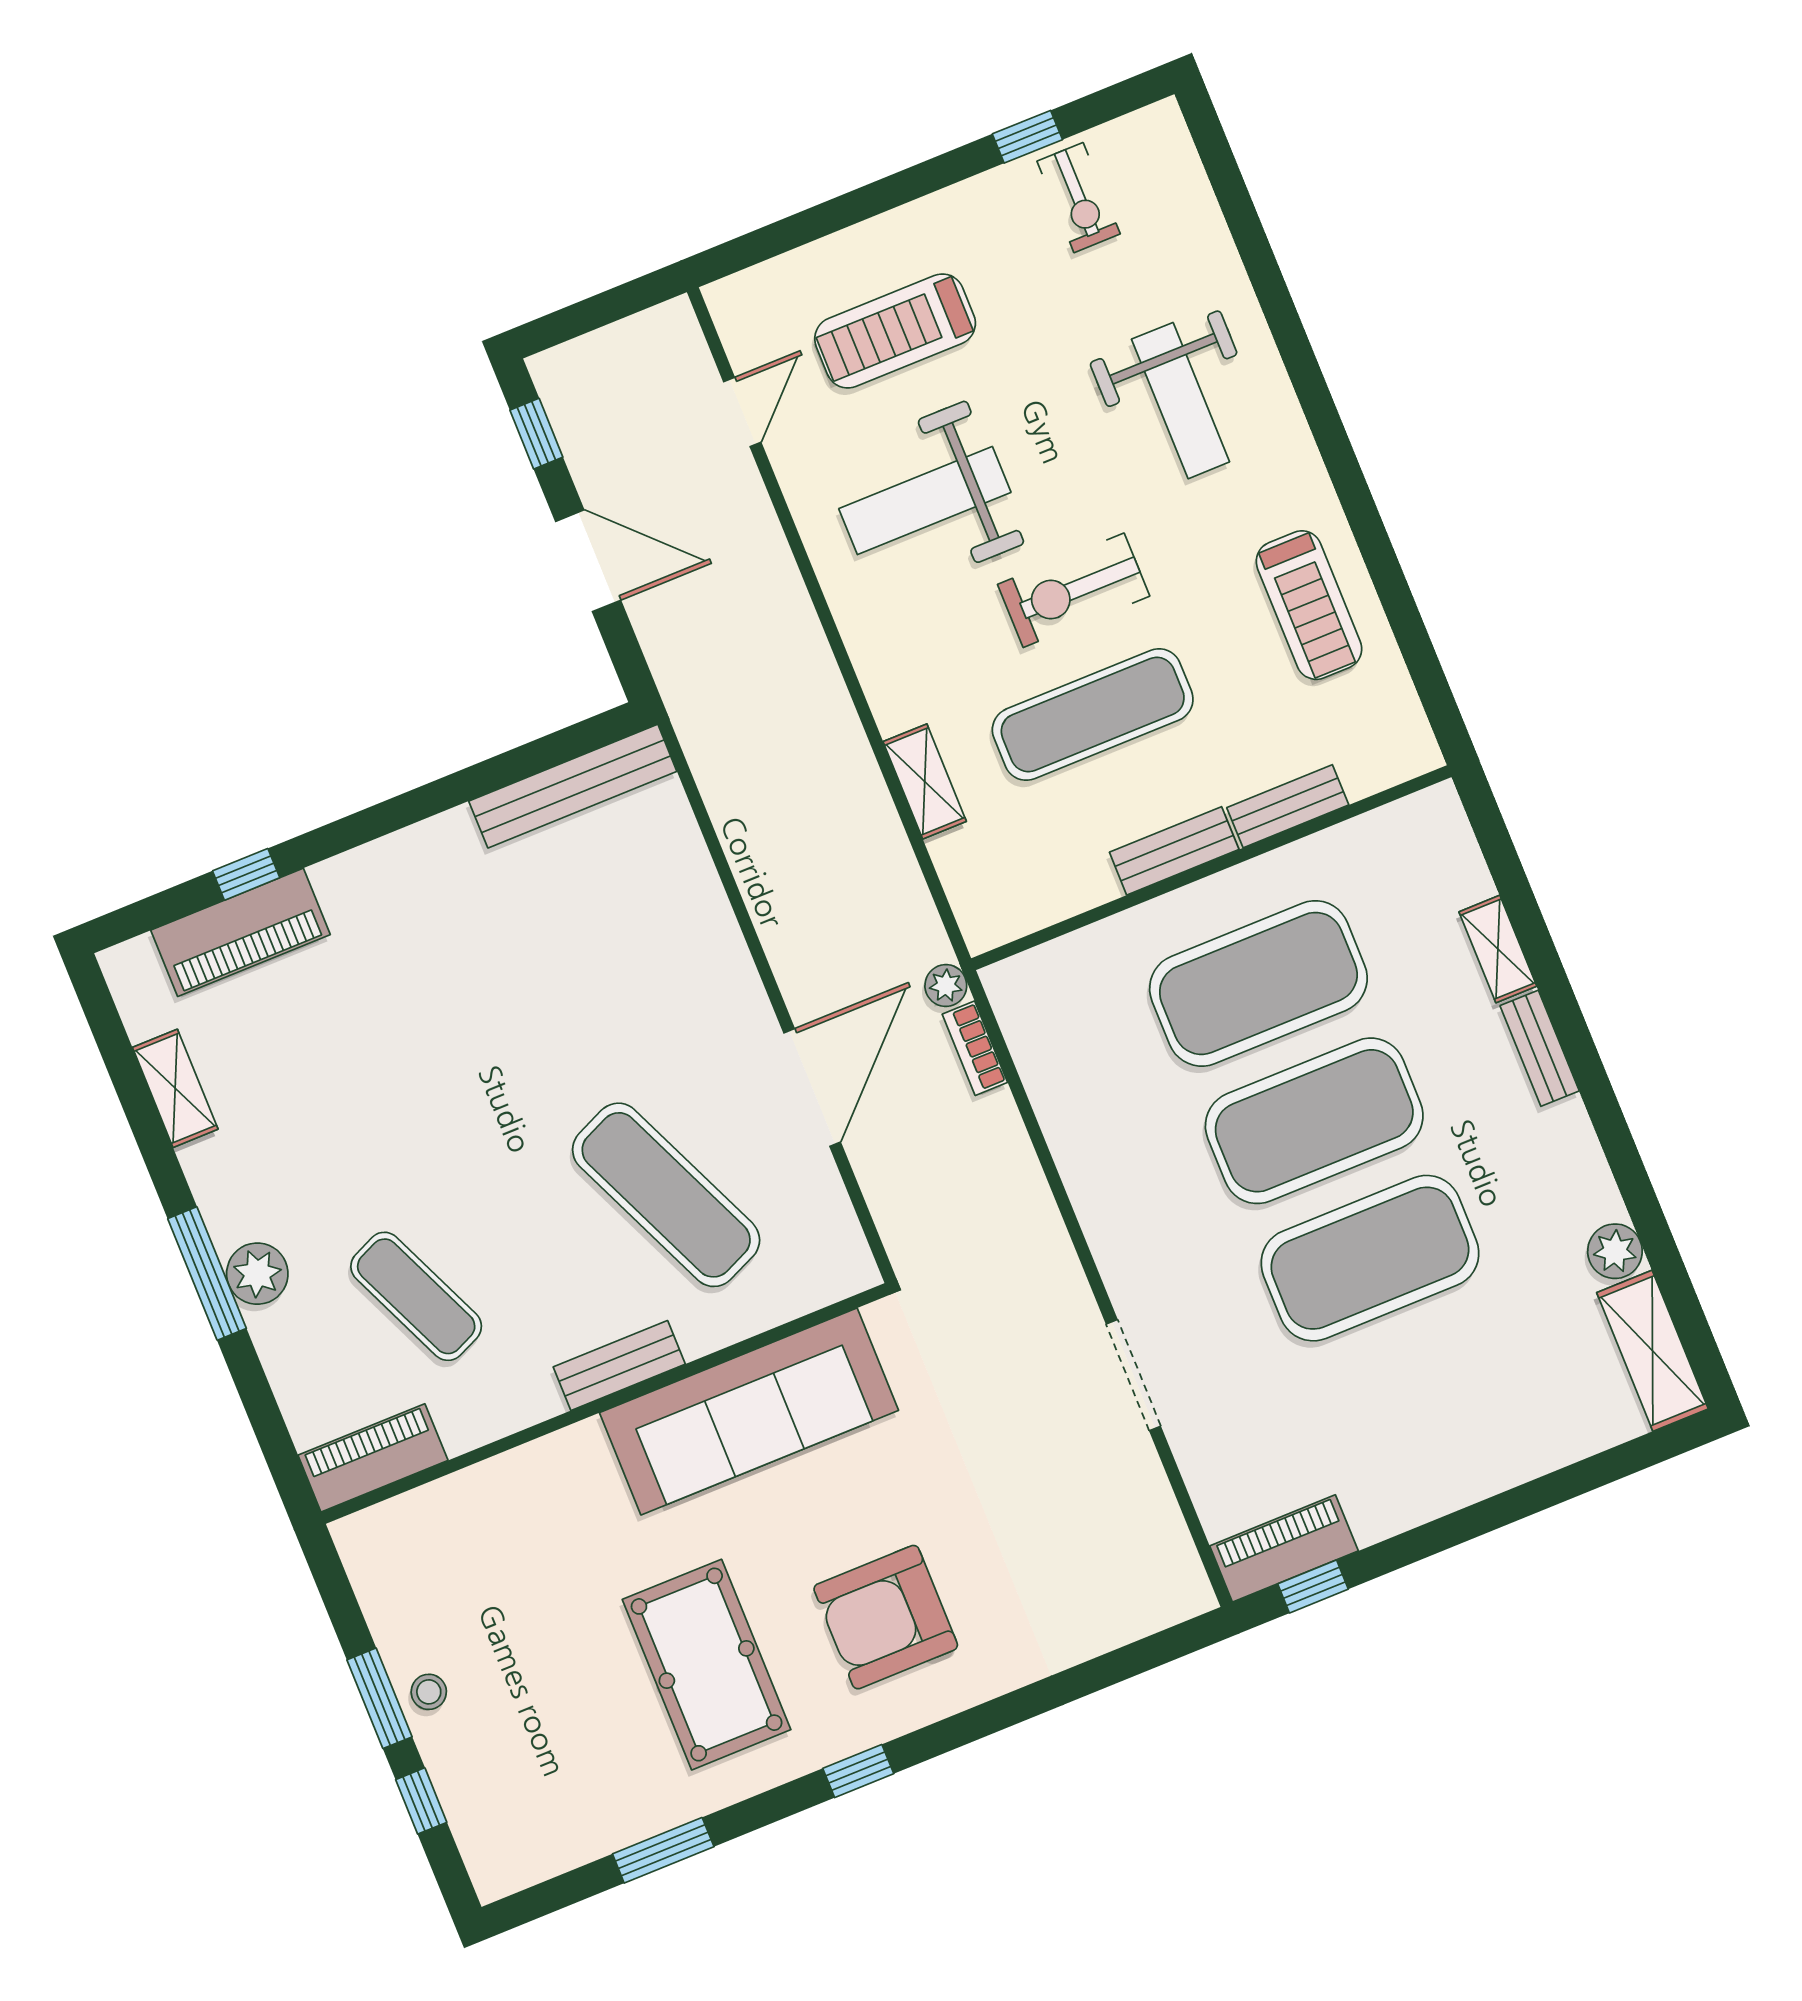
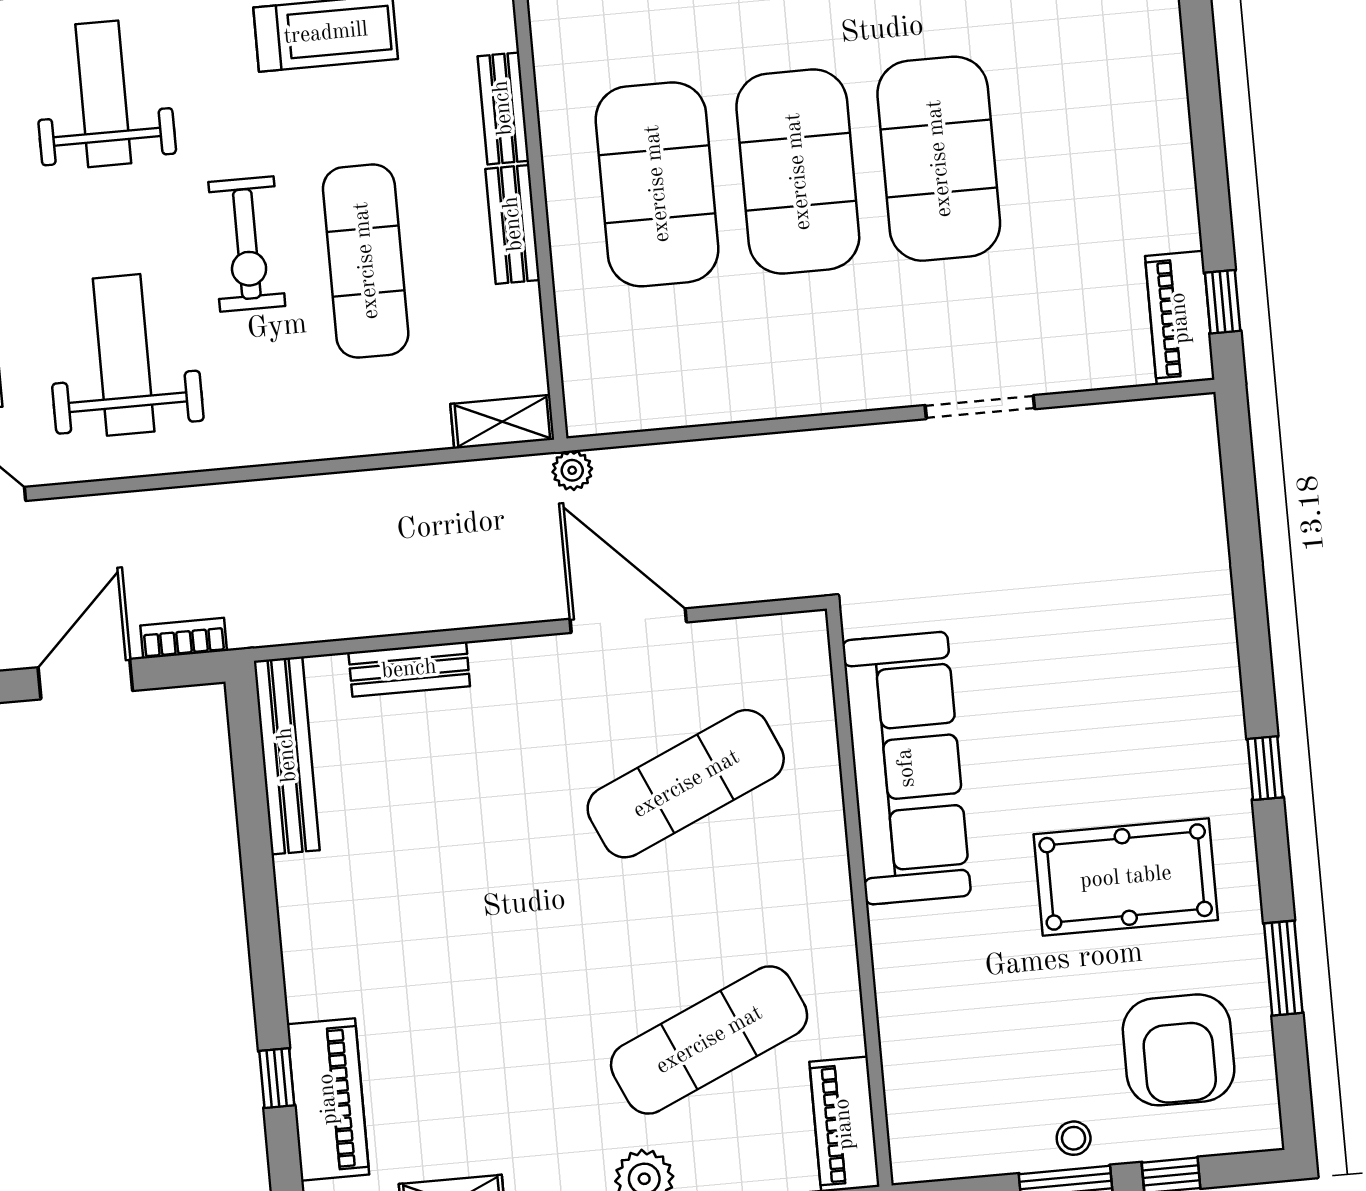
weight bench: (1181, 401) -> (103, 94), turned -90
weight bench: (925, 501) -> (124, 355), turned 180
shelving: (925, 781) -> (502, 422), moved
bookcase: (975, 1048) -> (184, 638), moved, turned 180
exercise mat: (416, 1296) -> (709, 1040), width x1.36, depth x1.45
bench: (619, 1366) -> (409, 669), moved, turned 90
armchair: (886, 1617) -> (1179, 1050), moved

